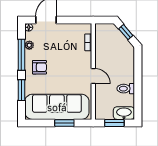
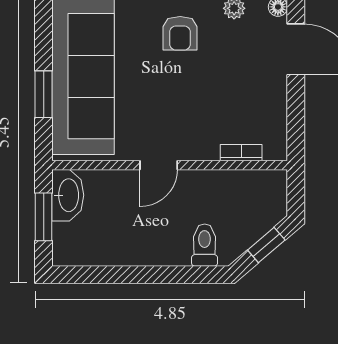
toilet: (126, 89) -> (205, 245), moved
washbasin: (124, 113) -> (68, 195), moved

